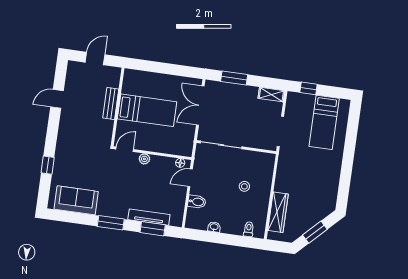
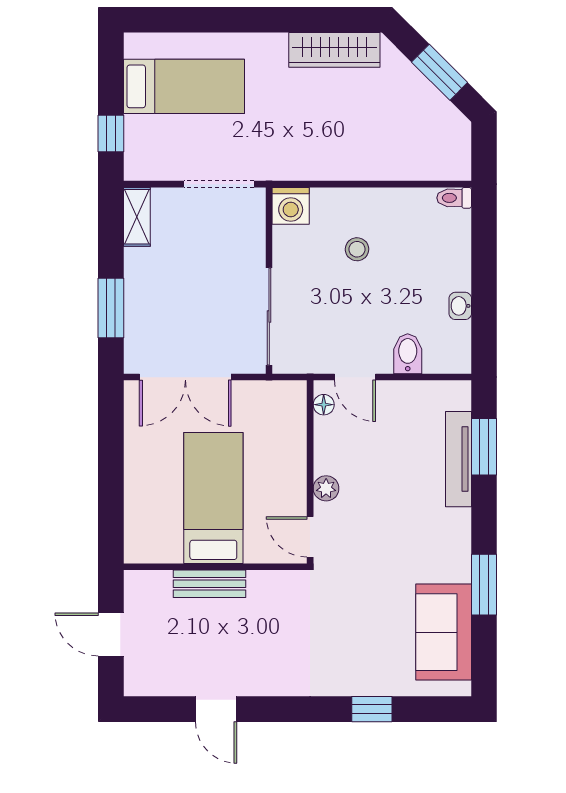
washing machine: (267, 161) -> (291, 206), added
wardrobe: (278, 212) -> (334, 50), moved, turned 180
window: (111, 223) -> (484, 585), moved
toilet: (249, 229) -> (454, 198), moved

